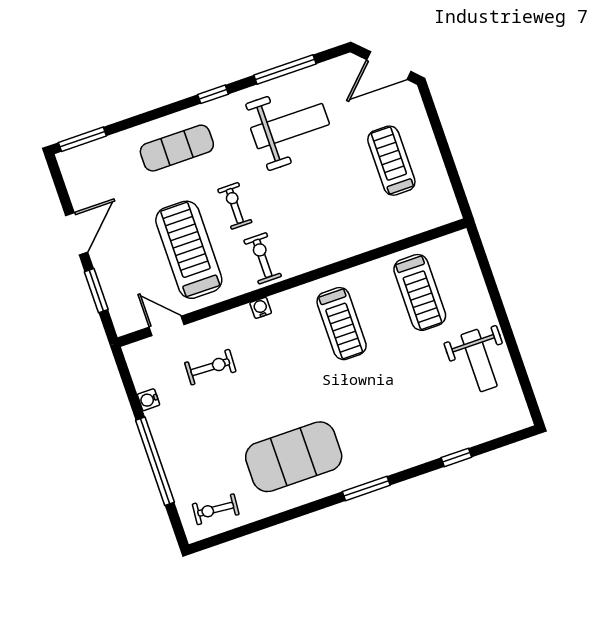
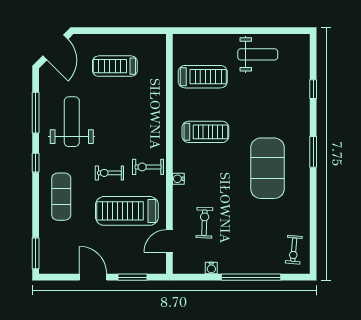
exercise mat: (294, 457) -> (267, 168), moved

